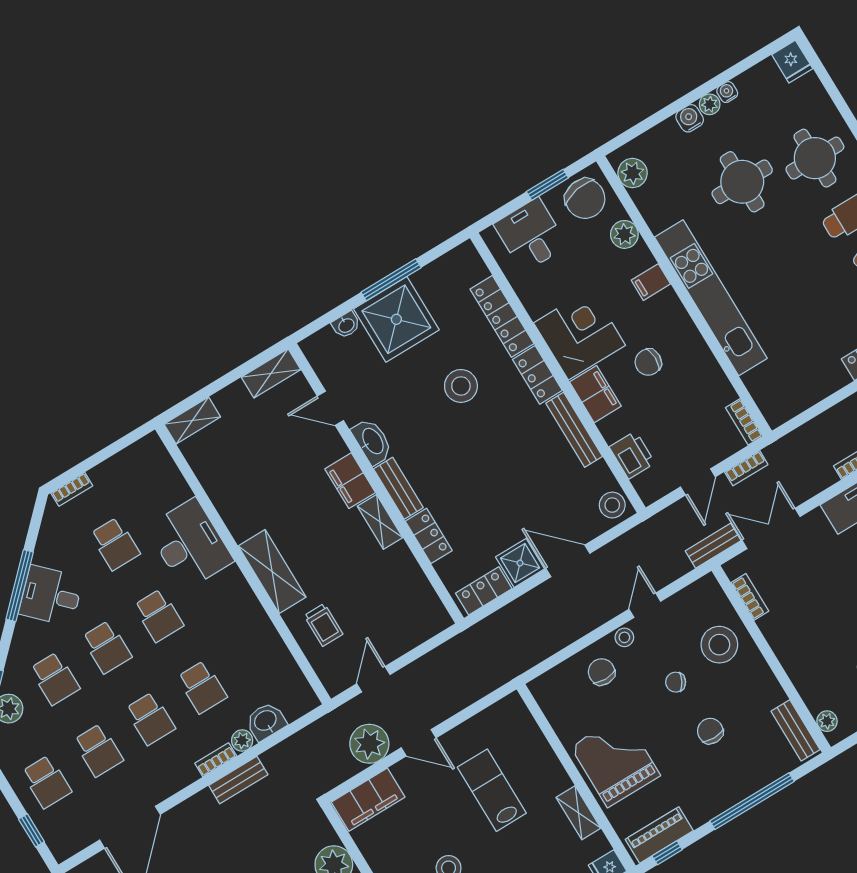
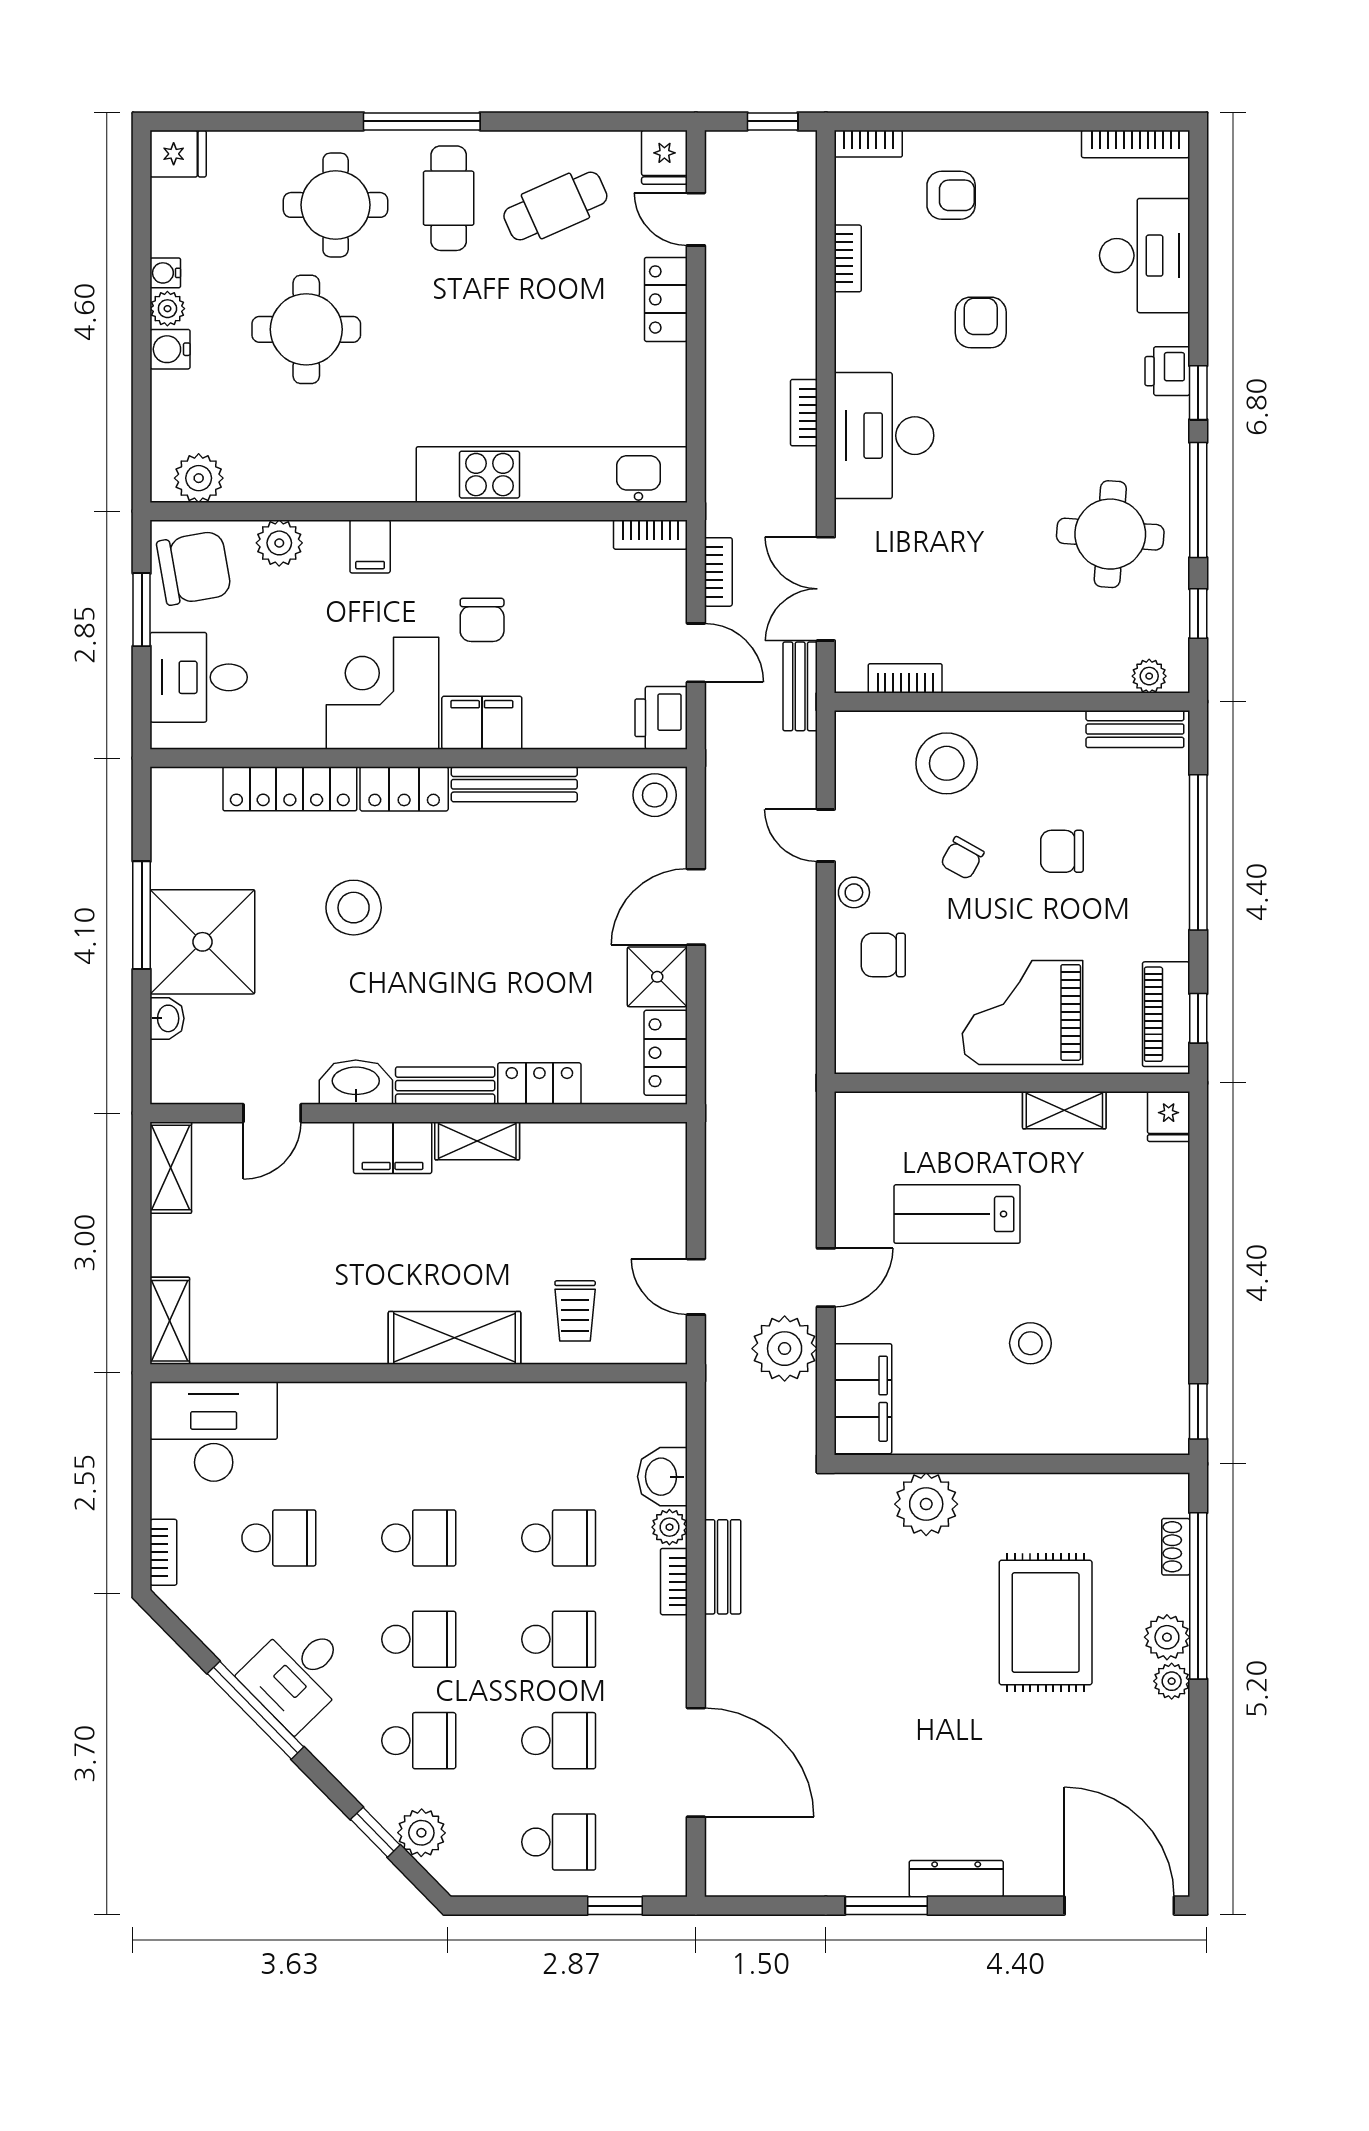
kitchen unit: (711, 298) -> (552, 475), moved
printer: (632, 455) -> (661, 718), moved, turned -90
desk: (190, 544) -> (214, 1431), moved
trolley: (323, 625) -> (575, 1311), turned 90

